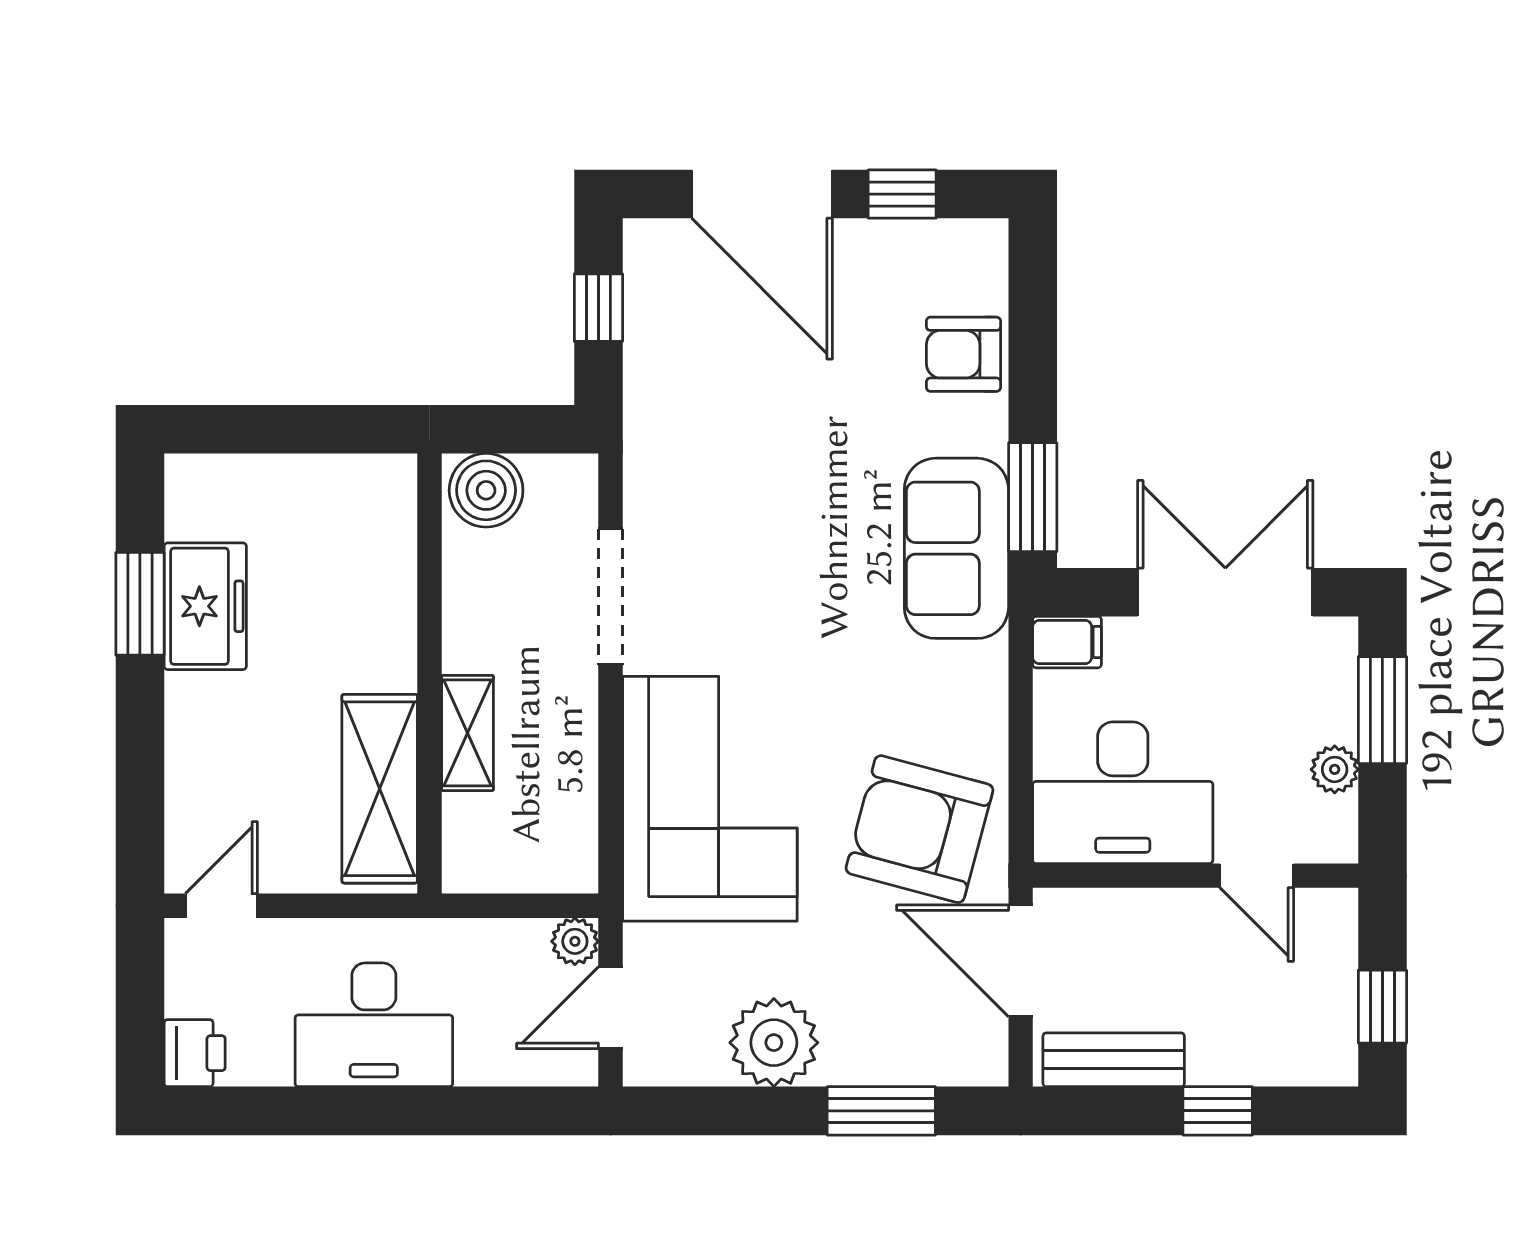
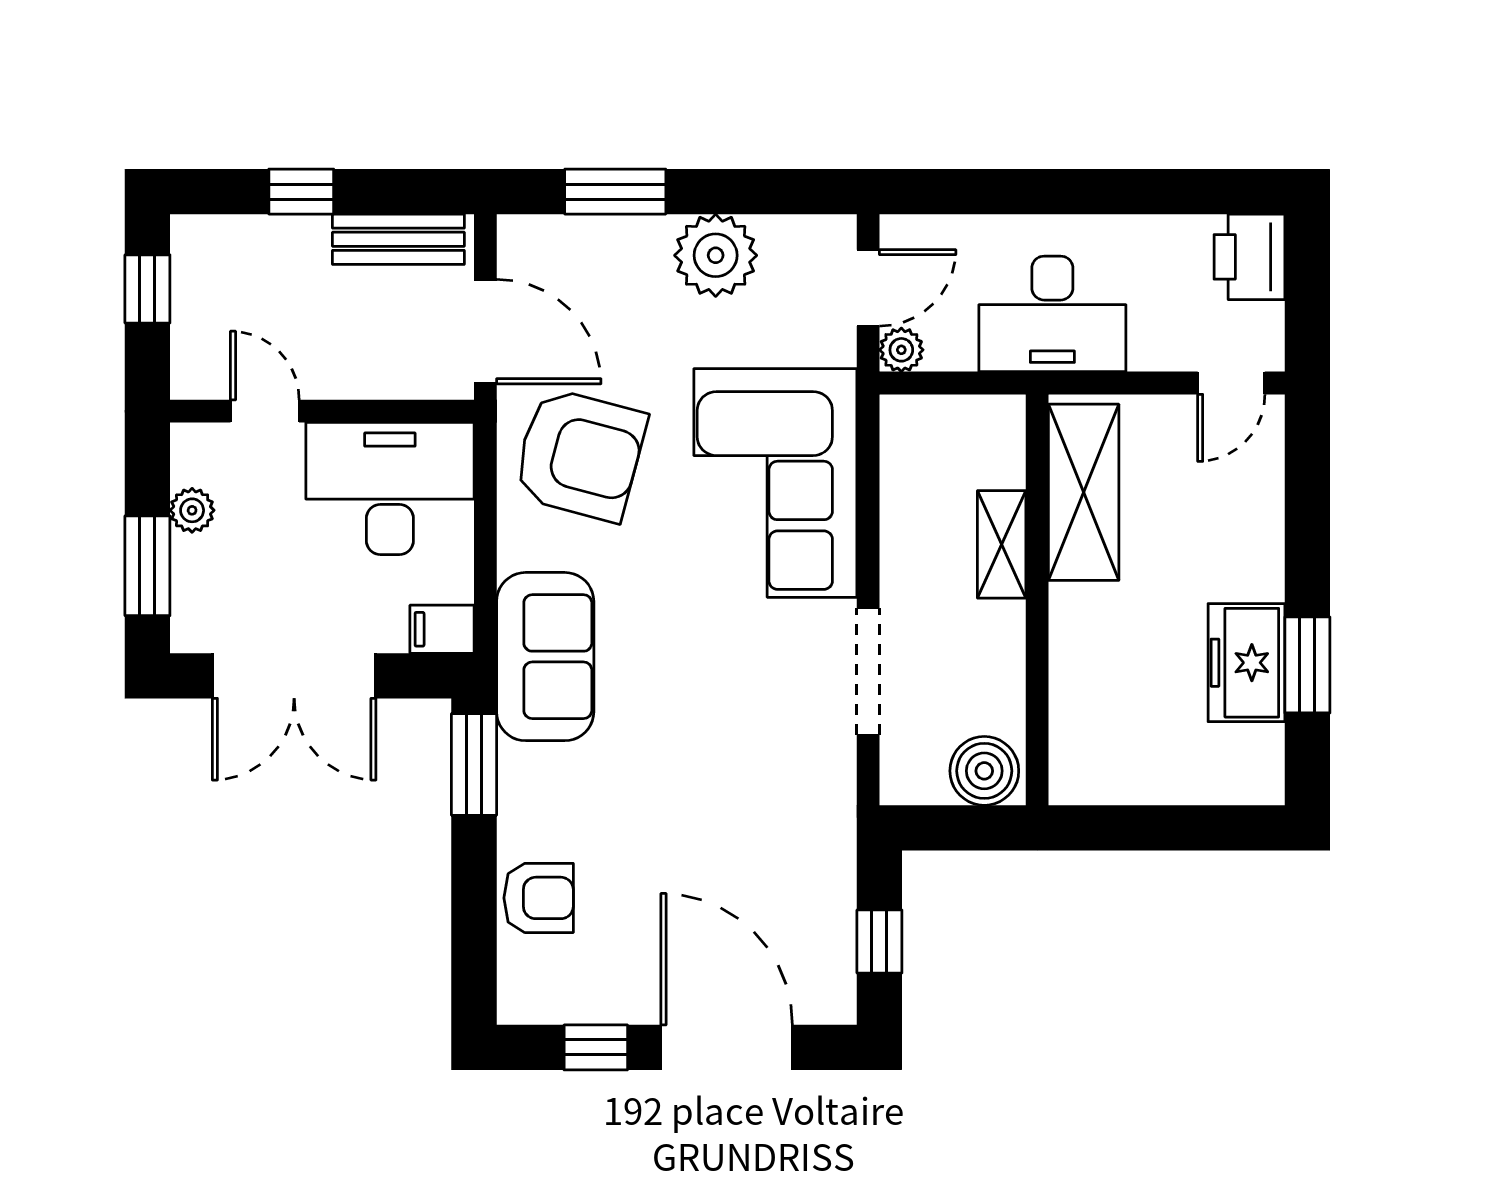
sofa: (956, 548) -> (545, 657), moved
desk: (374, 1025) -> (1052, 314), moved, turned 180
printer: (195, 1053) -> (1249, 257), width x1.36, depth x1.24

